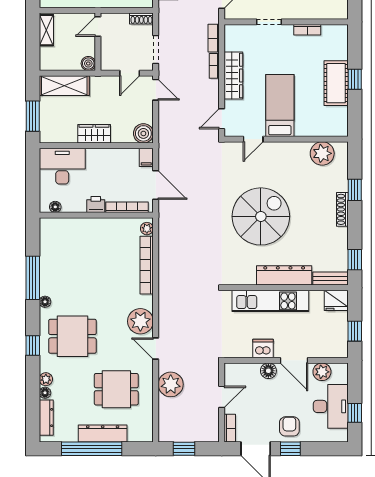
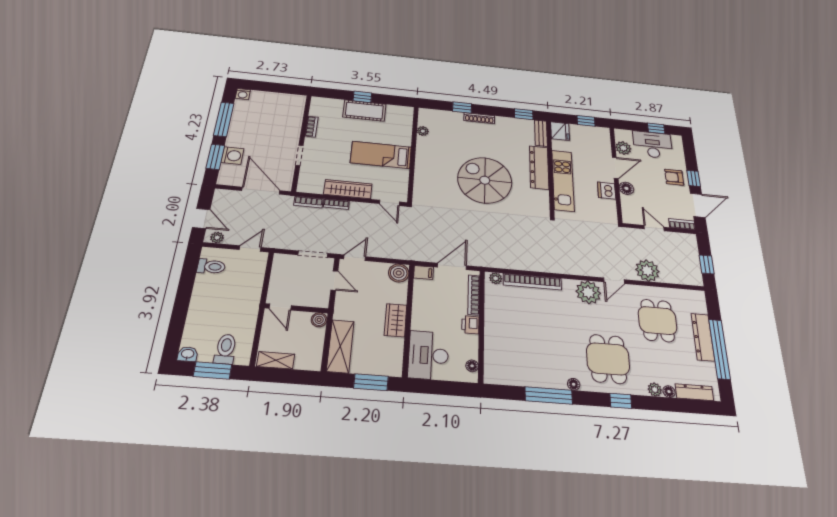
shoe rack: (141, 19) -> (278, 264), removed
door: (253, 139) -> (411, 179), removed
plant: (322, 153) -> (423, 131), width x0.53, depth x0.53

